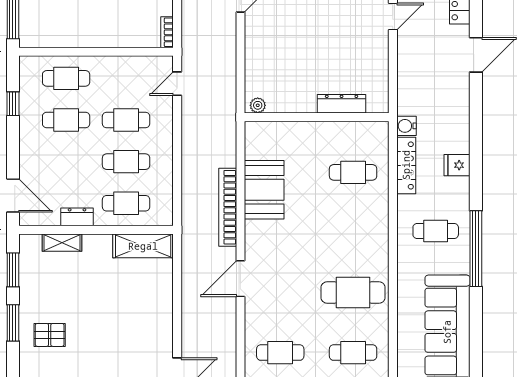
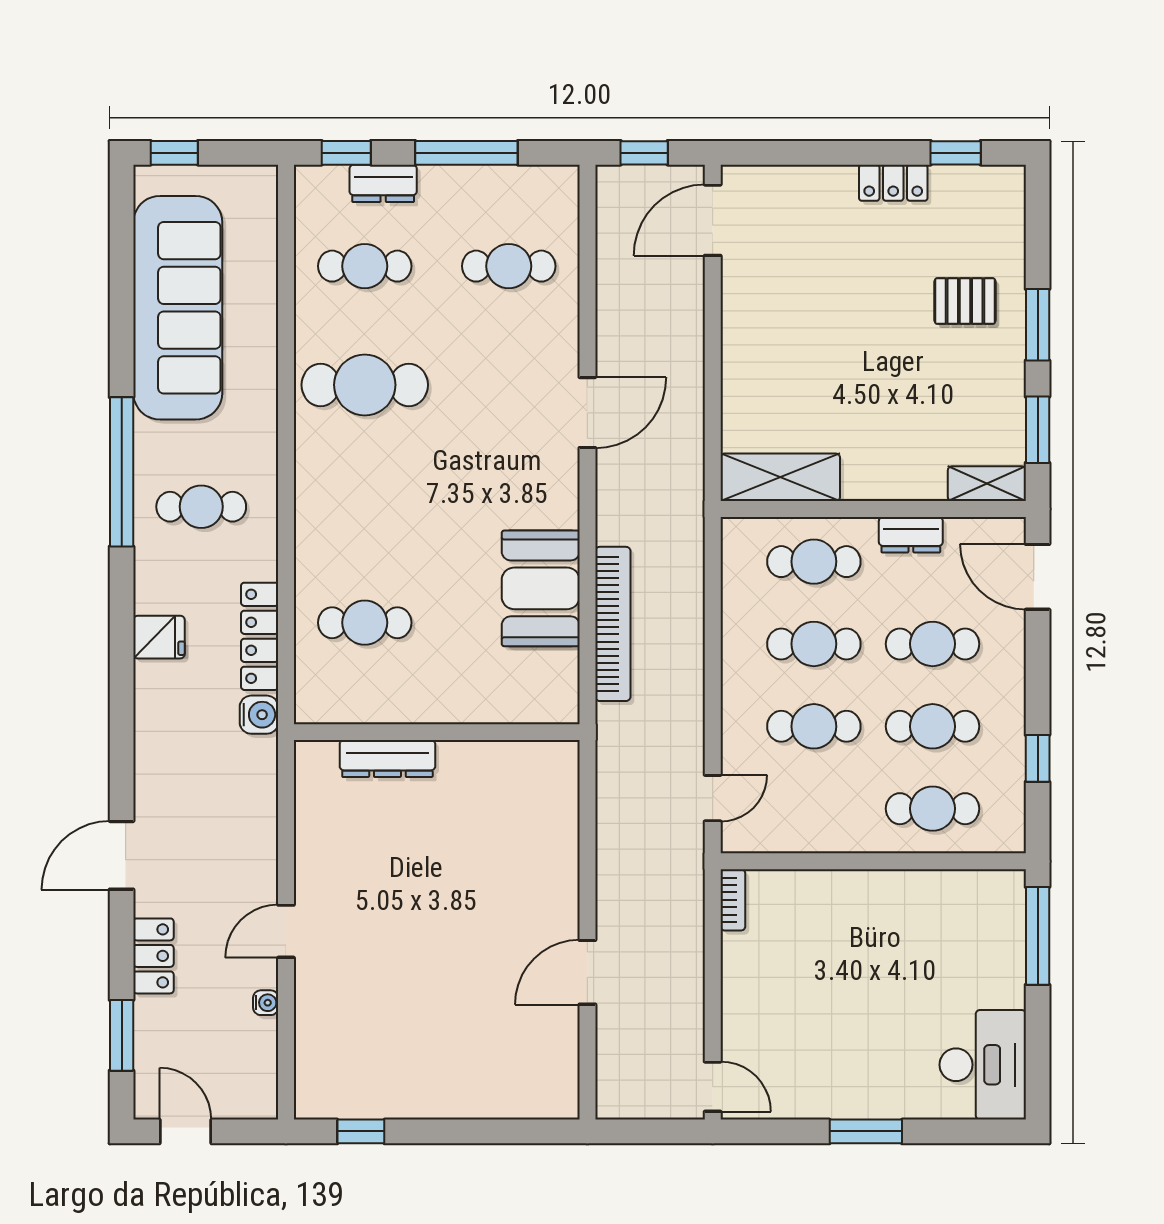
plant: (258, 105) -> (553, 755), removed
cafe table: (66, 162) -> (933, 644), added
bookcase: (228, 207) -> (613, 624), moved
shelving: (62, 243) -> (987, 484), moved

